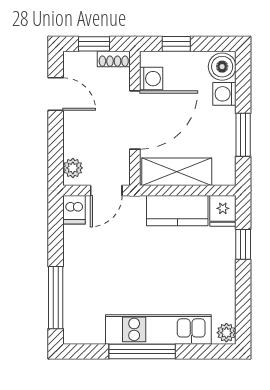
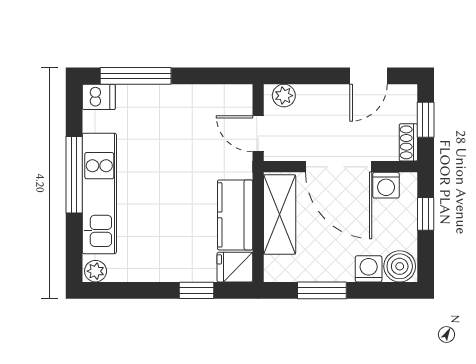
dishwasher: (74, 210) -> (99, 97), moved, turned 180

